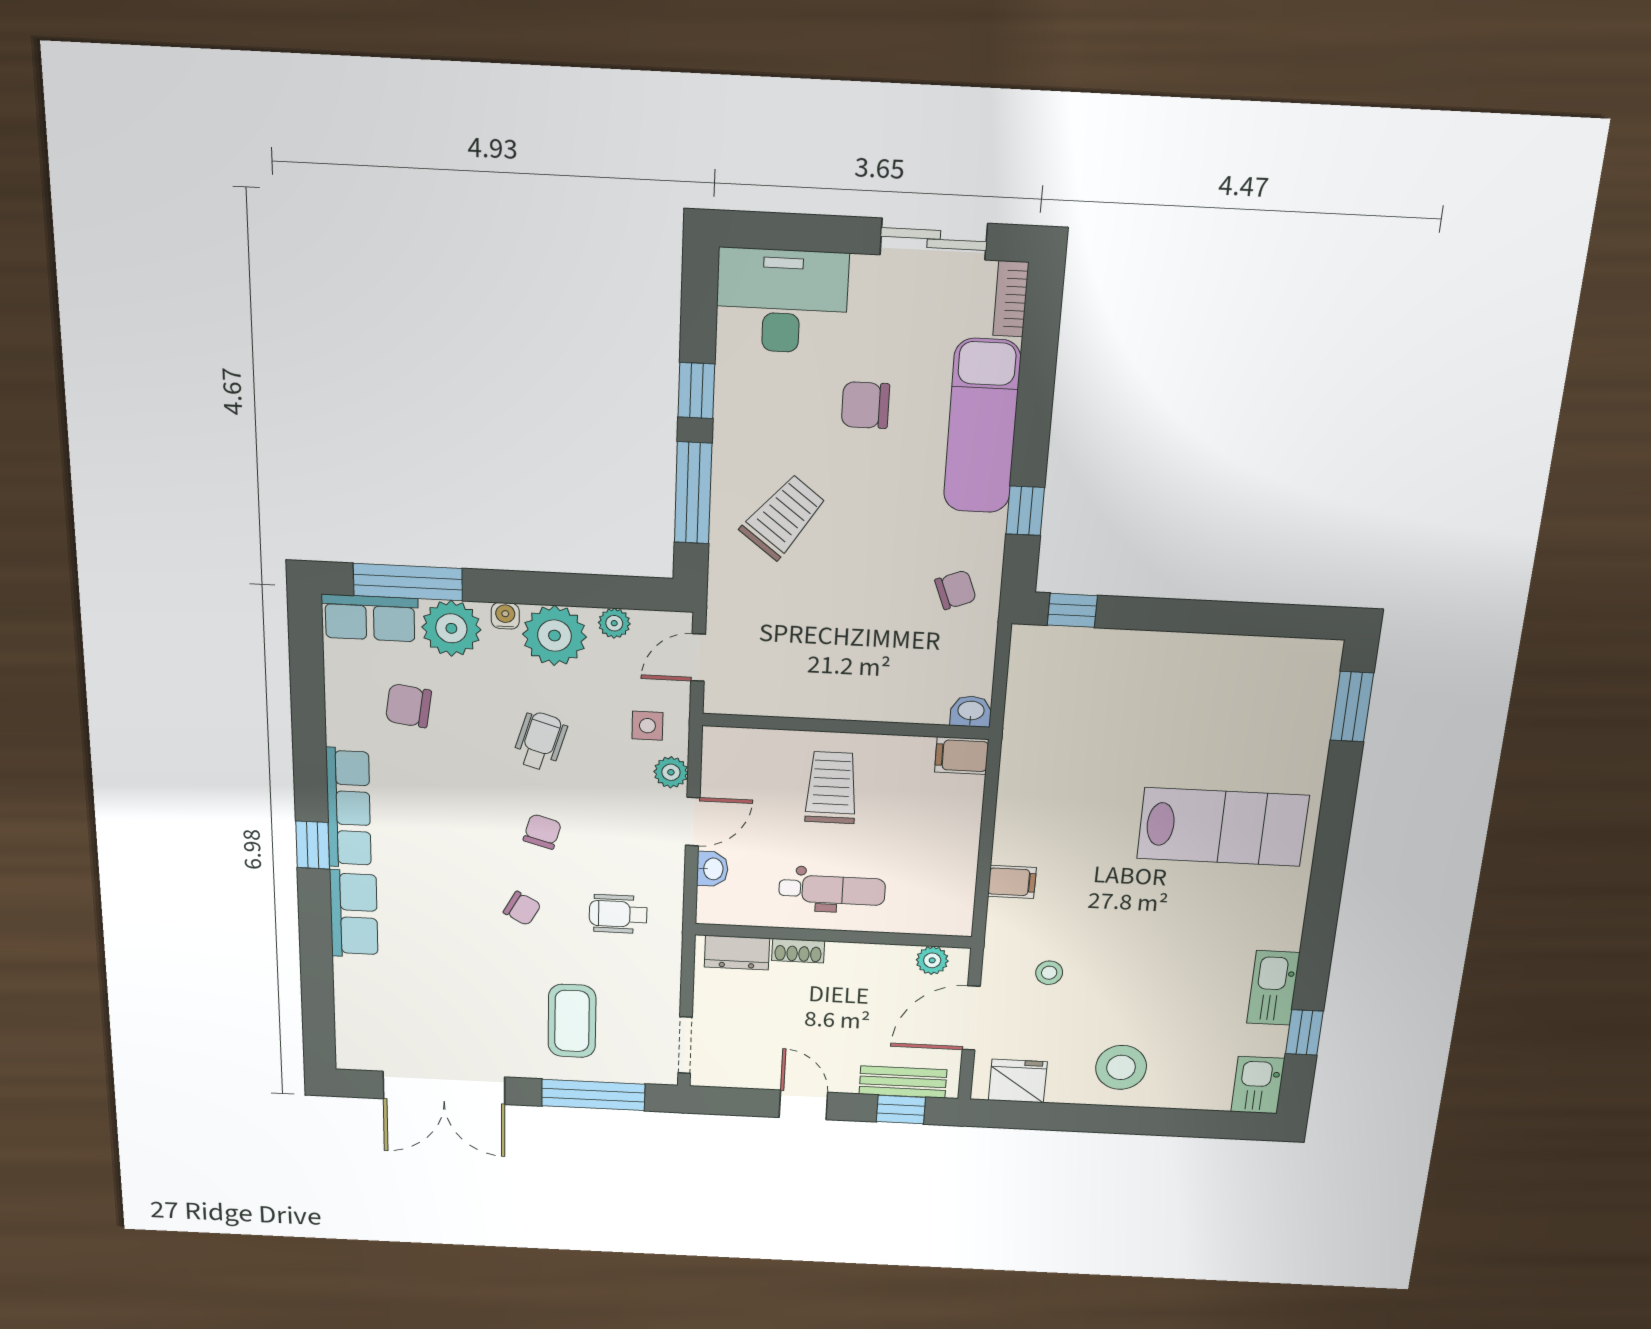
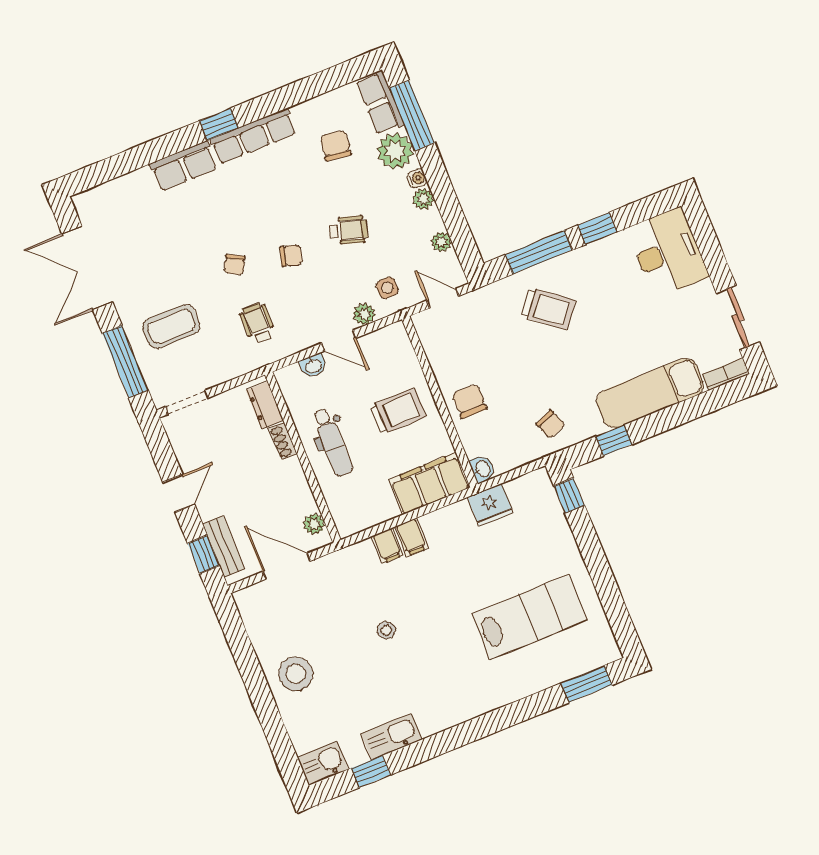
chair: (865, 405) -> (469, 401), moved
plant: (554, 636) -> (423, 199), width x0.53, depth x0.53
filing cabinet: (962, 756) -> (429, 484), width x3.00, depth x1.17
lab bench: (1223, 827) -> (529, 617), moved, turned -90
filing cabinet: (1017, 846) -> (412, 537), added
stool: (1049, 973) -> (386, 630), moved
fridge: (1018, 1081) -> (490, 505), moved, turned 90

